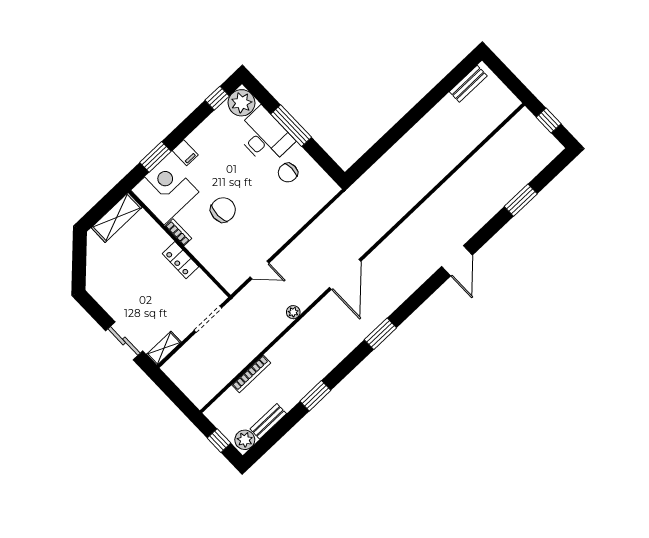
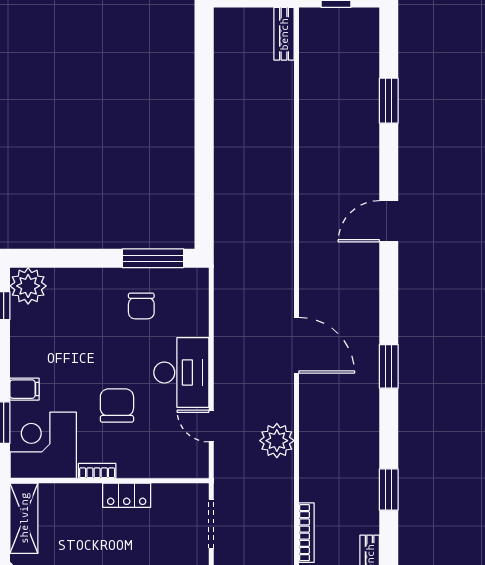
bench: (468, 84) -> (284, 34), moved
window: (291, 126) -> (153, 258), moved
desk: (264, 137) -> (181, 373), moved, turned 90
door: (457, 261) -> (389, 221), swing flipped
door: (260, 270) -> (211, 426), swing flipped
plant: (293, 312) -> (277, 441), width x1.88, depth x1.88

